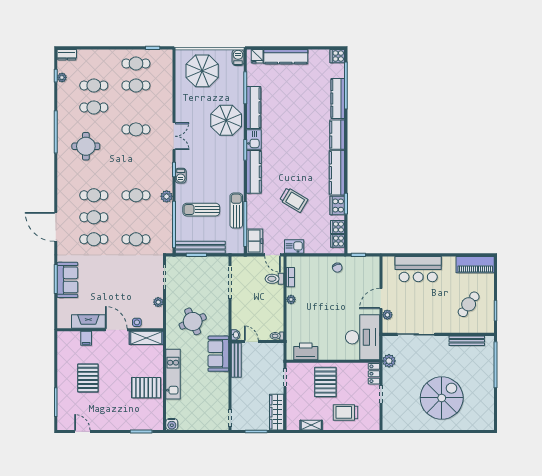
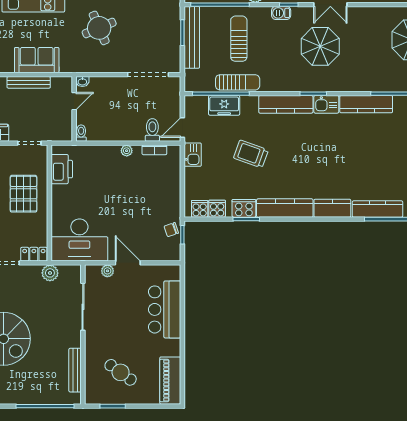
parasol: (226, 120) -> (320, 46), moved
trolley: (294, 200) -> (251, 154), turned 79
freezer: (255, 241) -> (224, 105), moved
chair: (337, 268) -> (171, 230), moved
sofa: (218, 354) -> (37, 60), moved
bench: (236, 360) -> (29, 82), moved
pallet: (325, 382) -> (24, 194), turned 90

